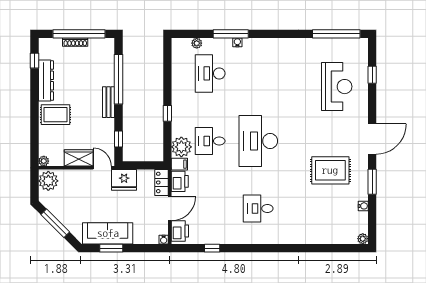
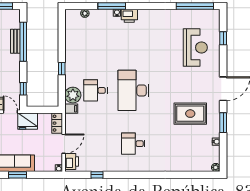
desk: (210, 73) -> (95, 37), removed
bench: (109, 102) -> (15, 41), moved
printer: (180, 181) -> (129, 16), moved, turned 90

